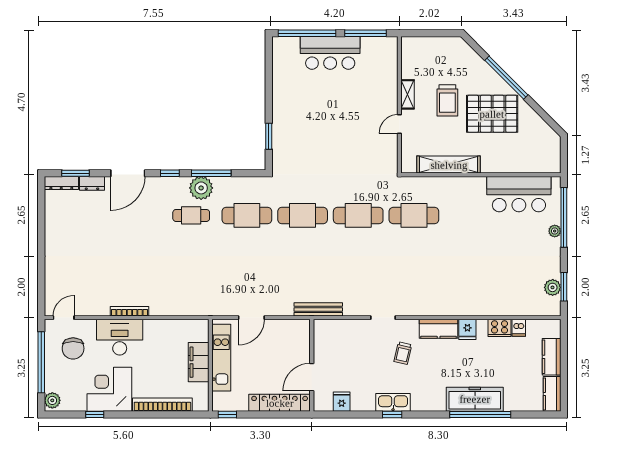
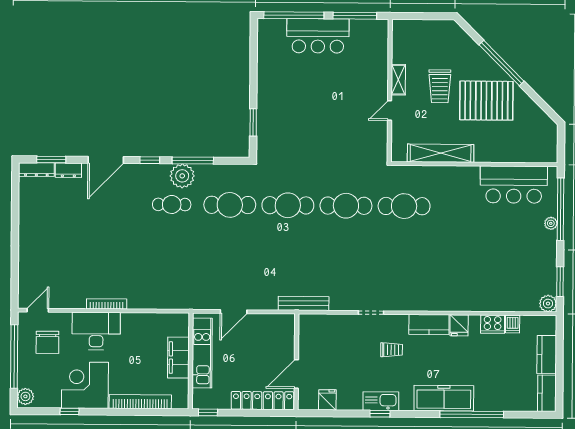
plant: (553, 287) -> (548, 304), moved
trolley: (403, 353) -> (392, 350), turned -103
freezer: (475, 399) -> (444, 398), moved

